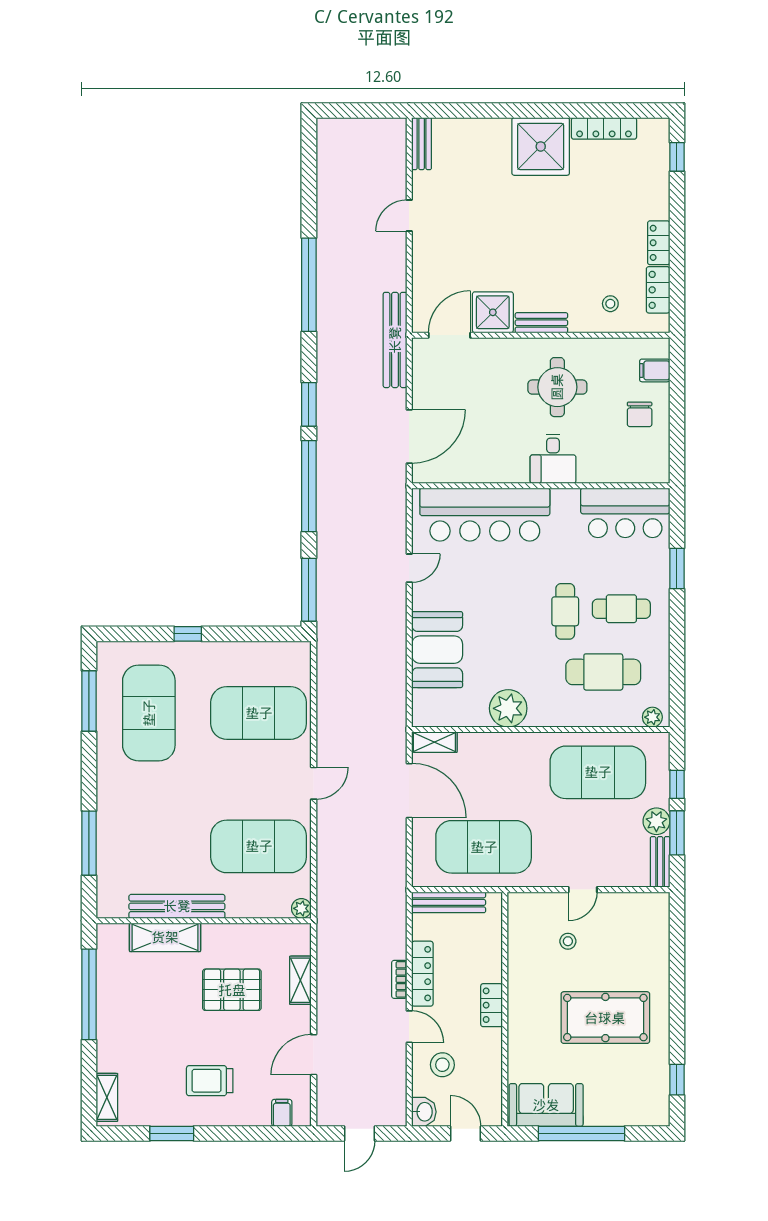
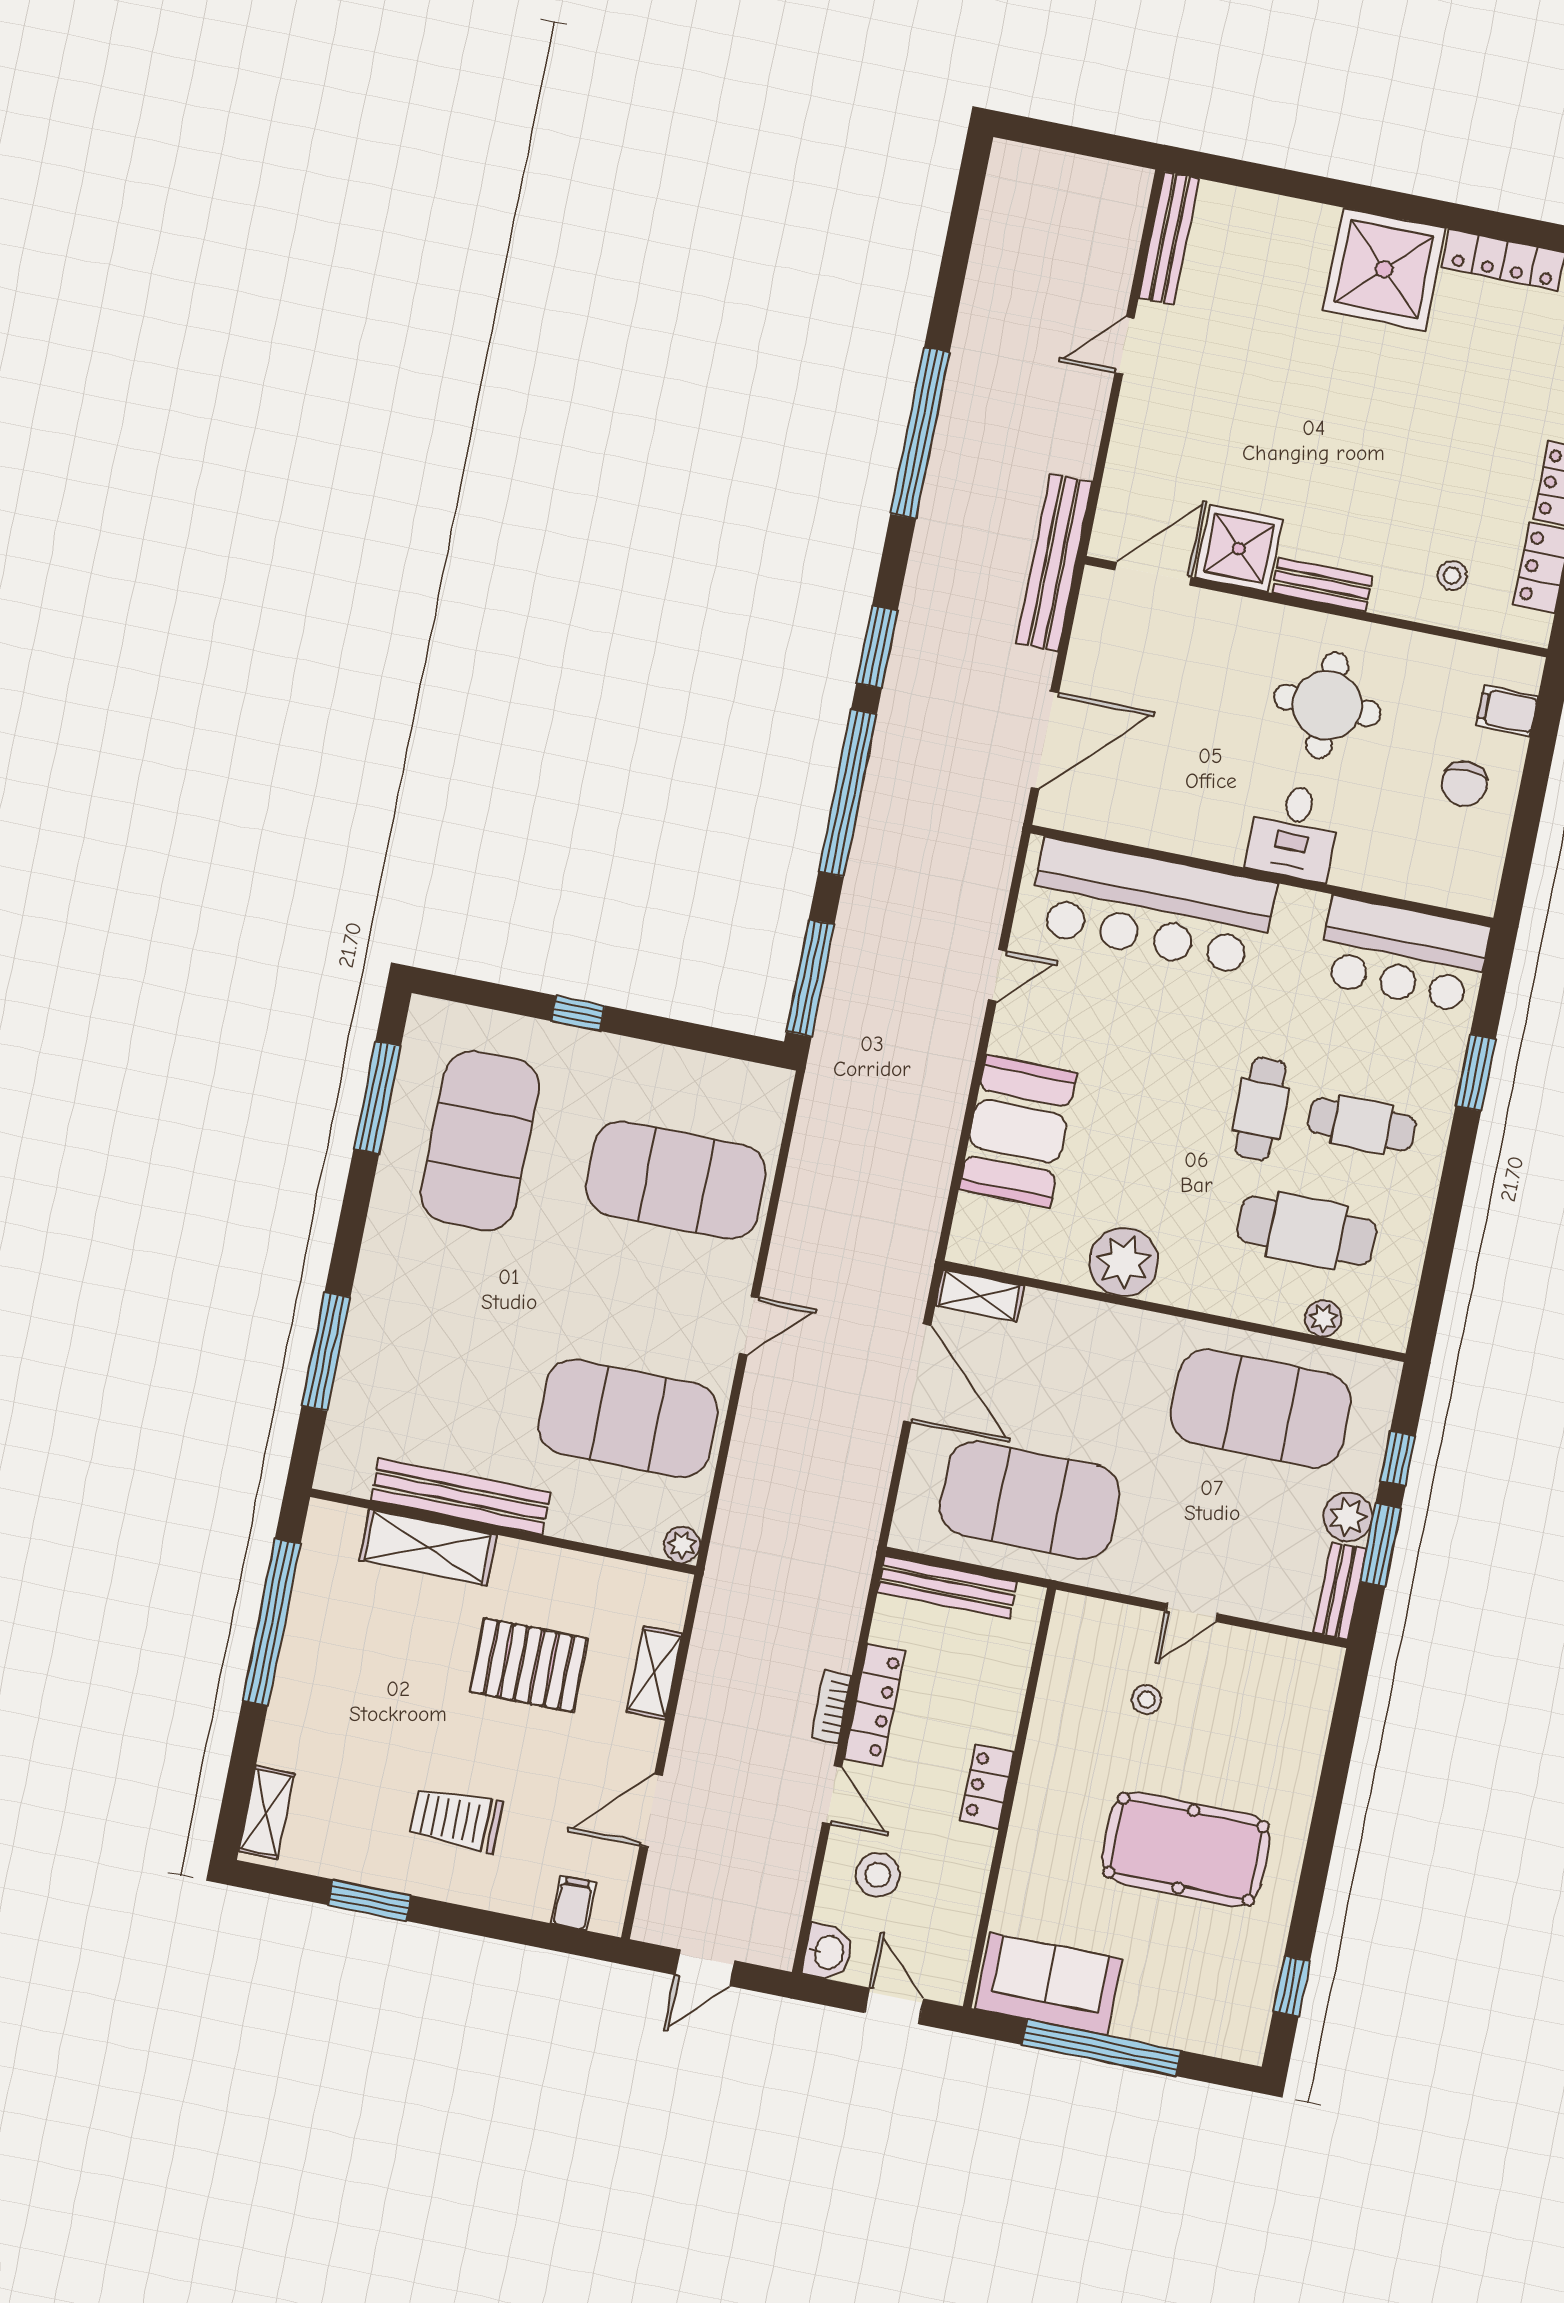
bench: (422, 144) -> (1169, 238), width x1.36
plant: (652, 717) -> (1323, 1318), moved

